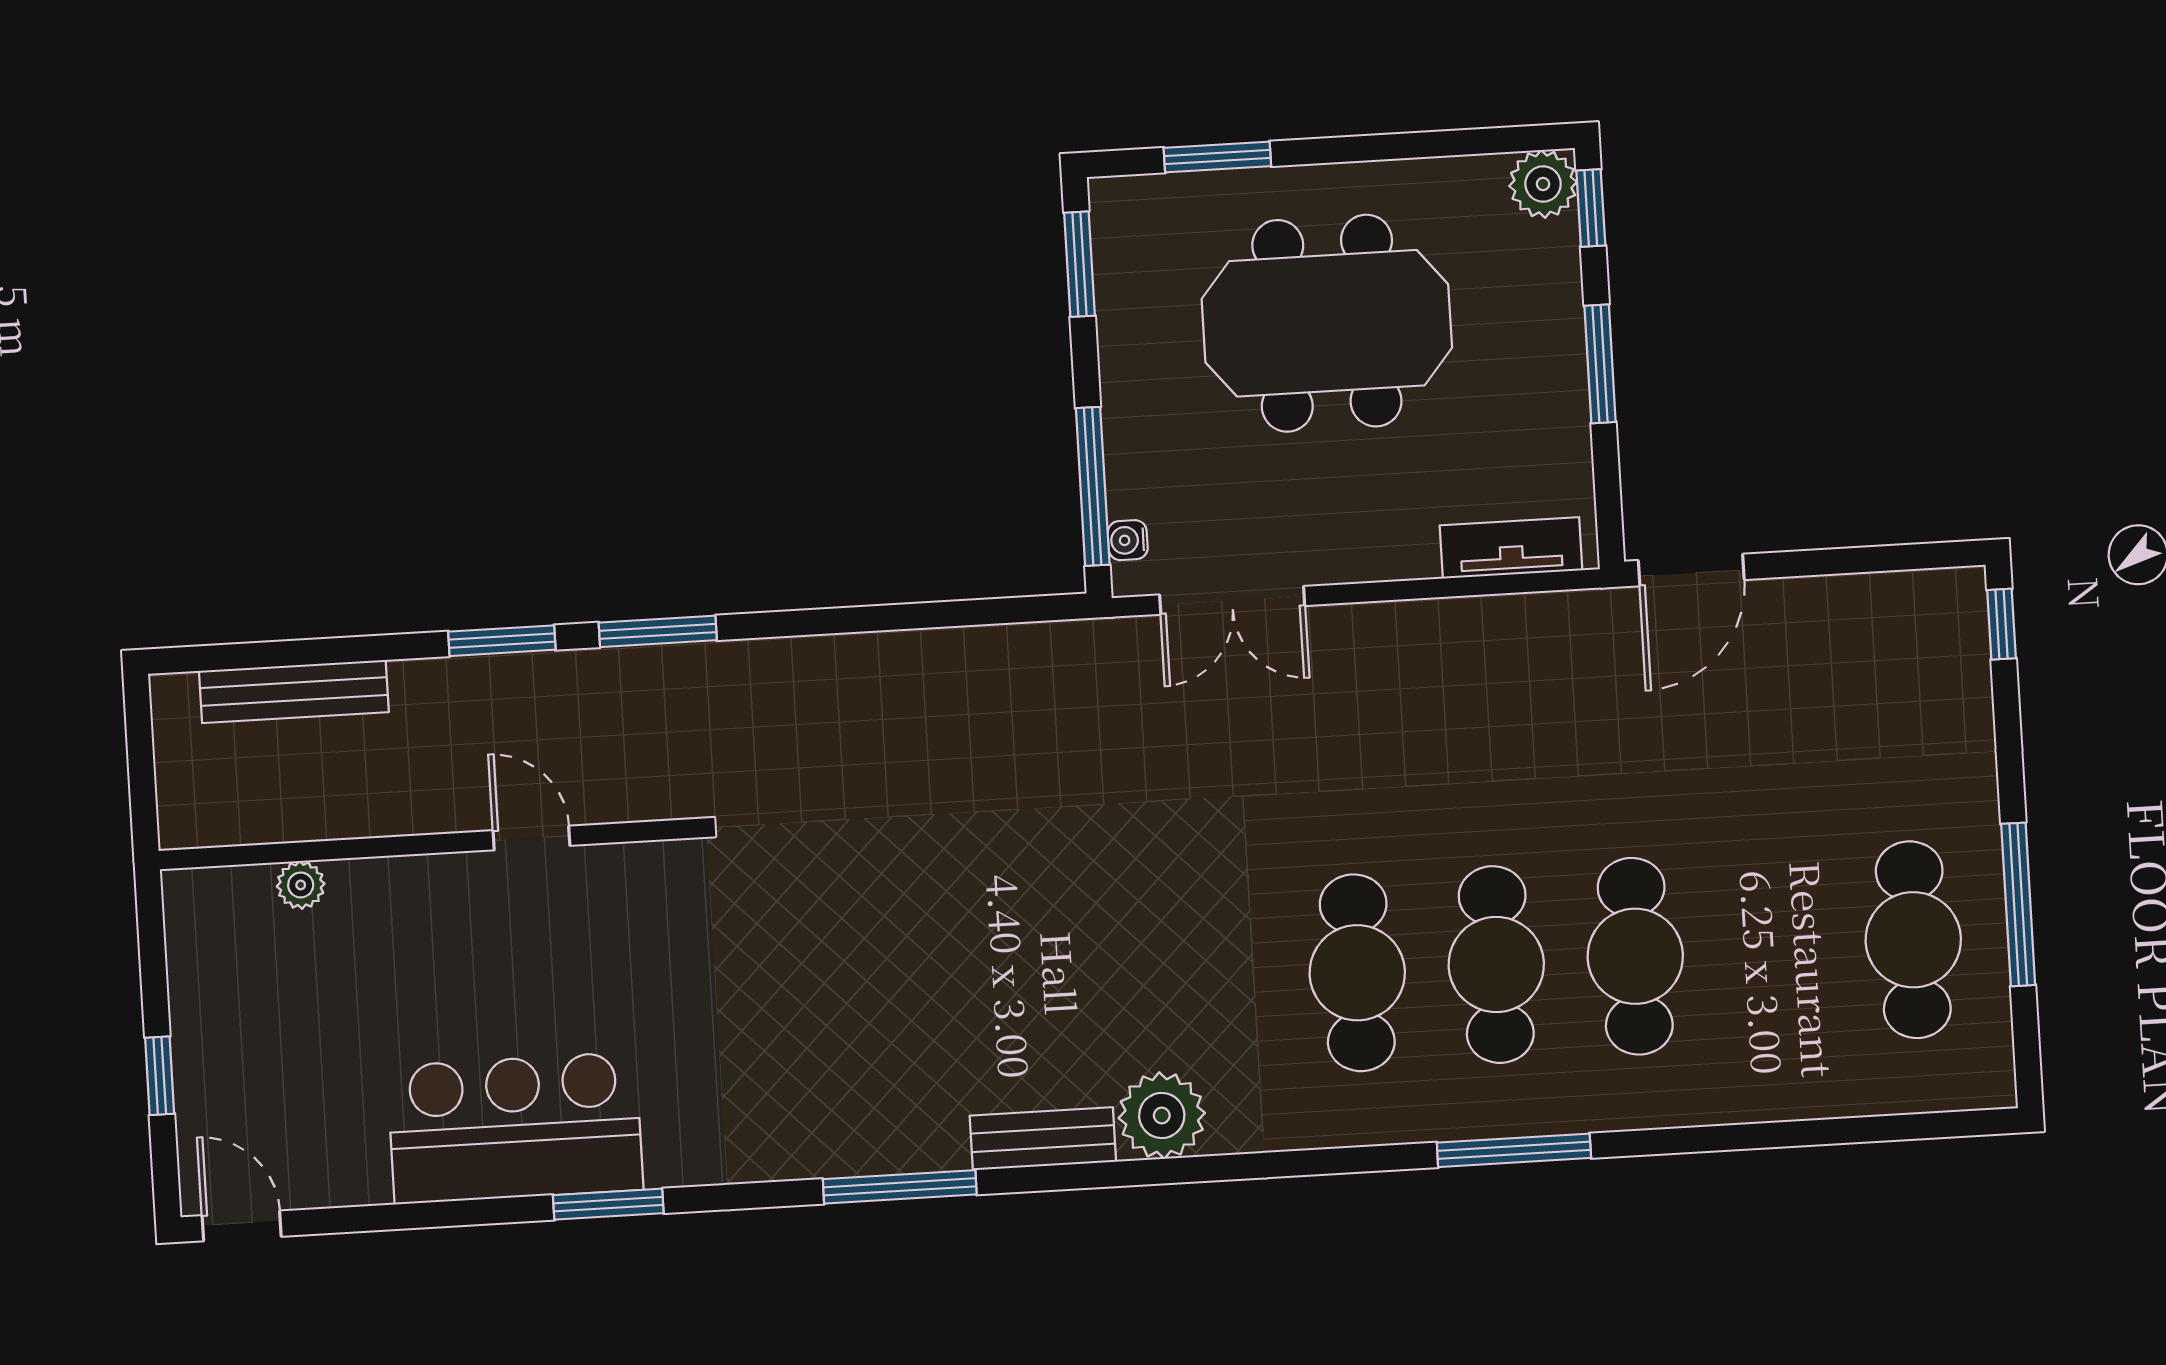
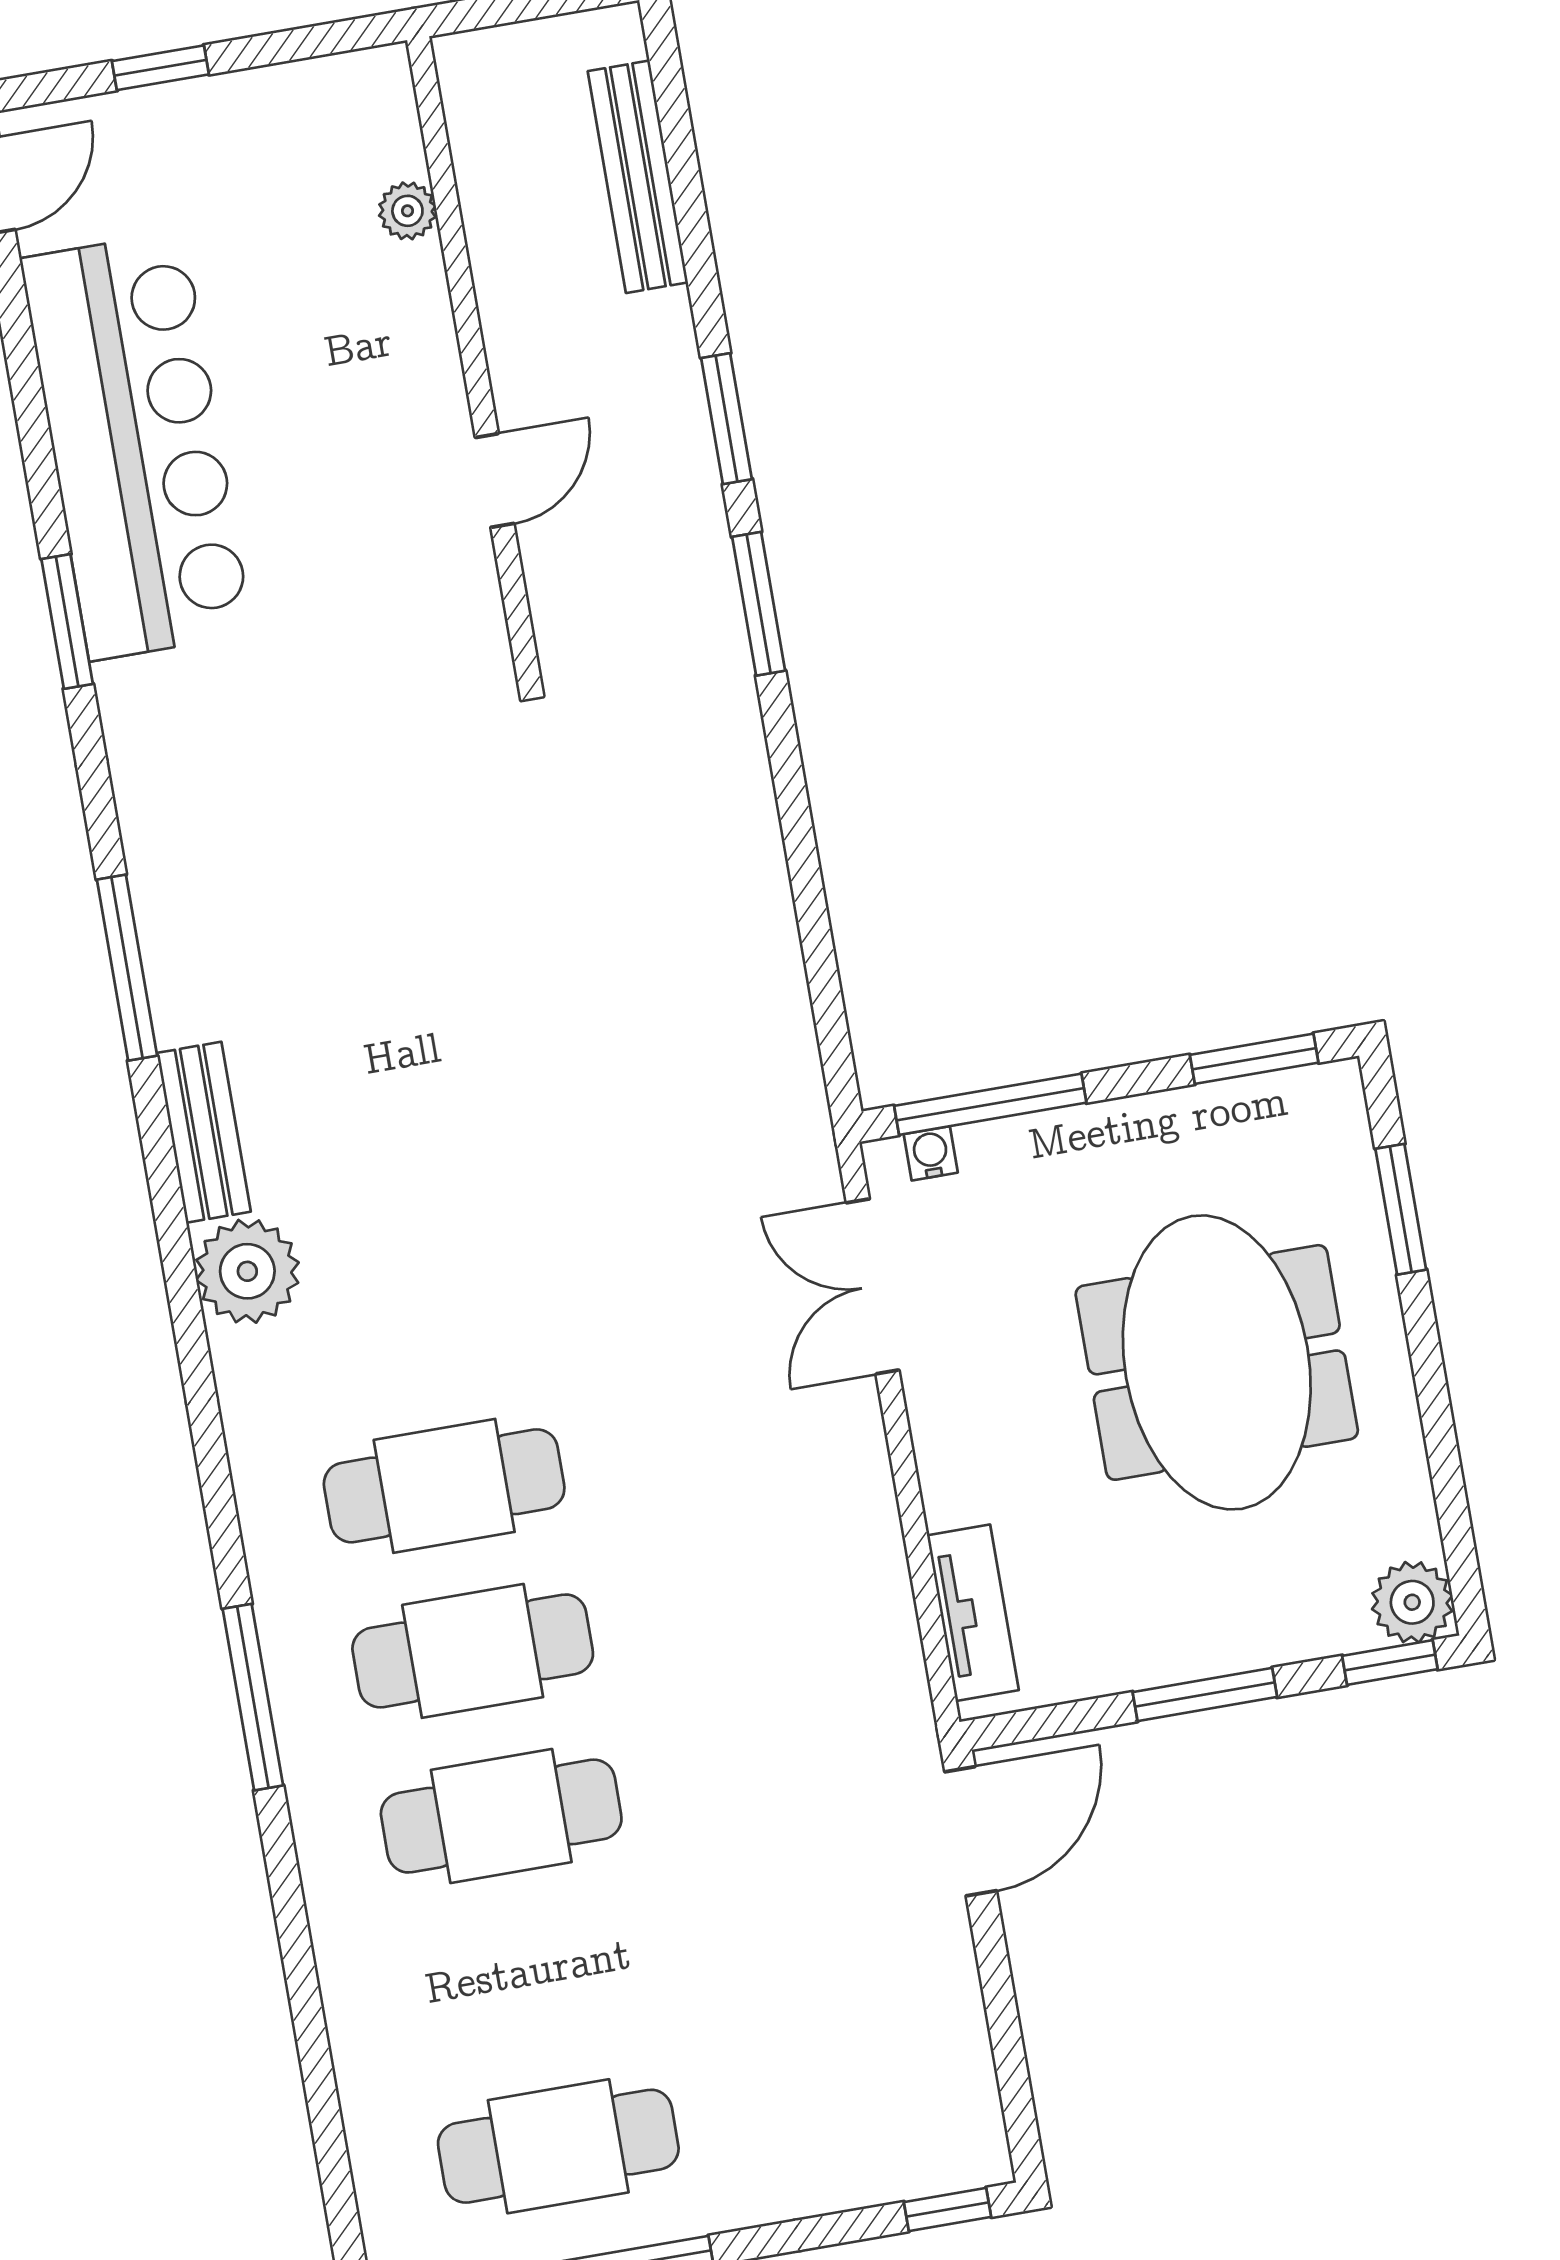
door: (1691, 570) -> (971, 1831), swing flipped
bar counter: (515, 1128) -> (136, 446), width x1.36

